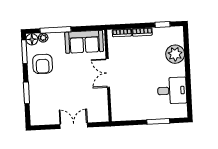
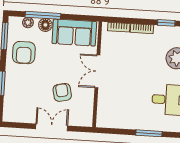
floor lamp: (32, 39) -> (45, 25), moved
armchair: (79, 95) -> (62, 92), added

